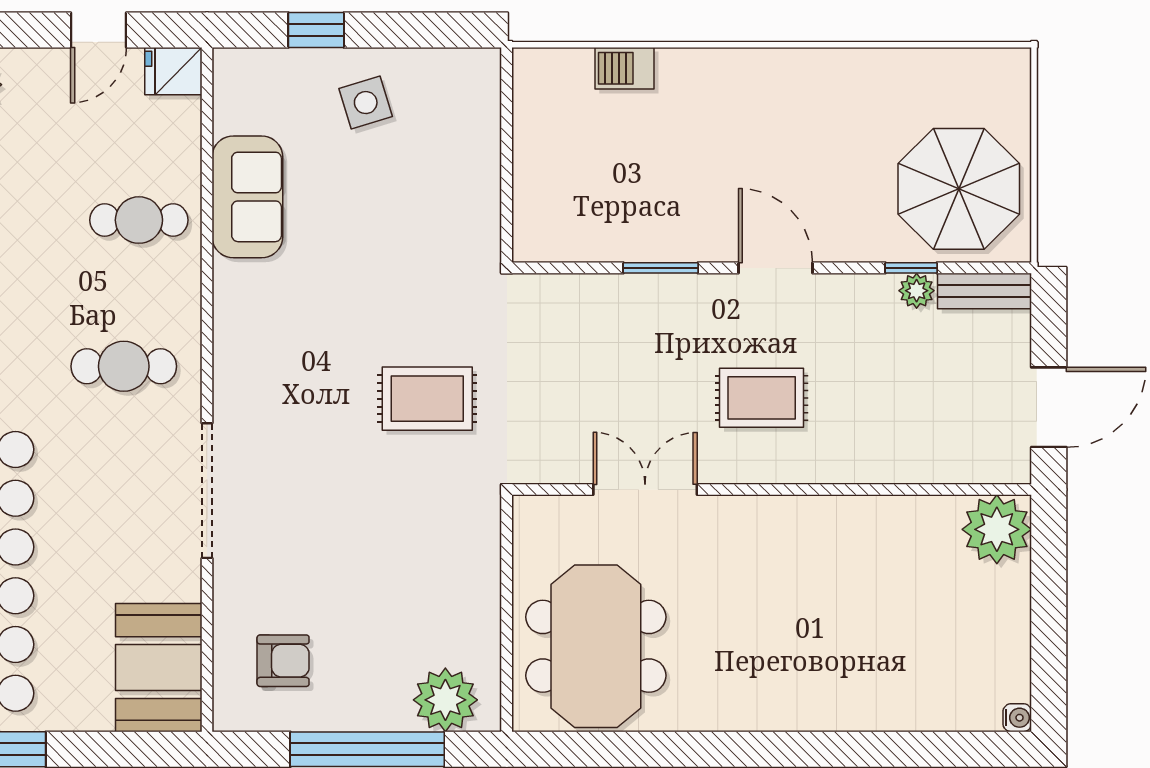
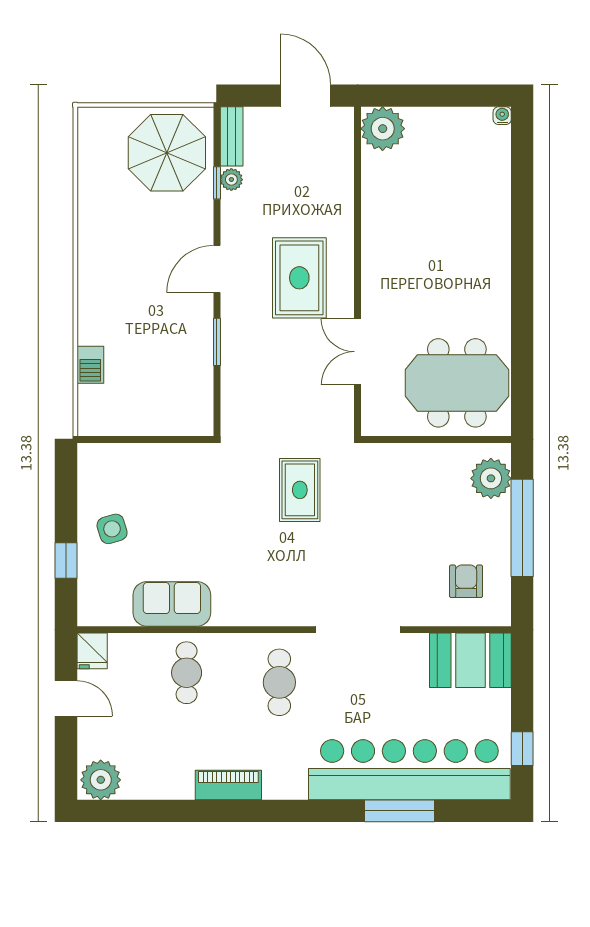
rug: (762, 398) -> (299, 278), width x1.36, depth x1.43

